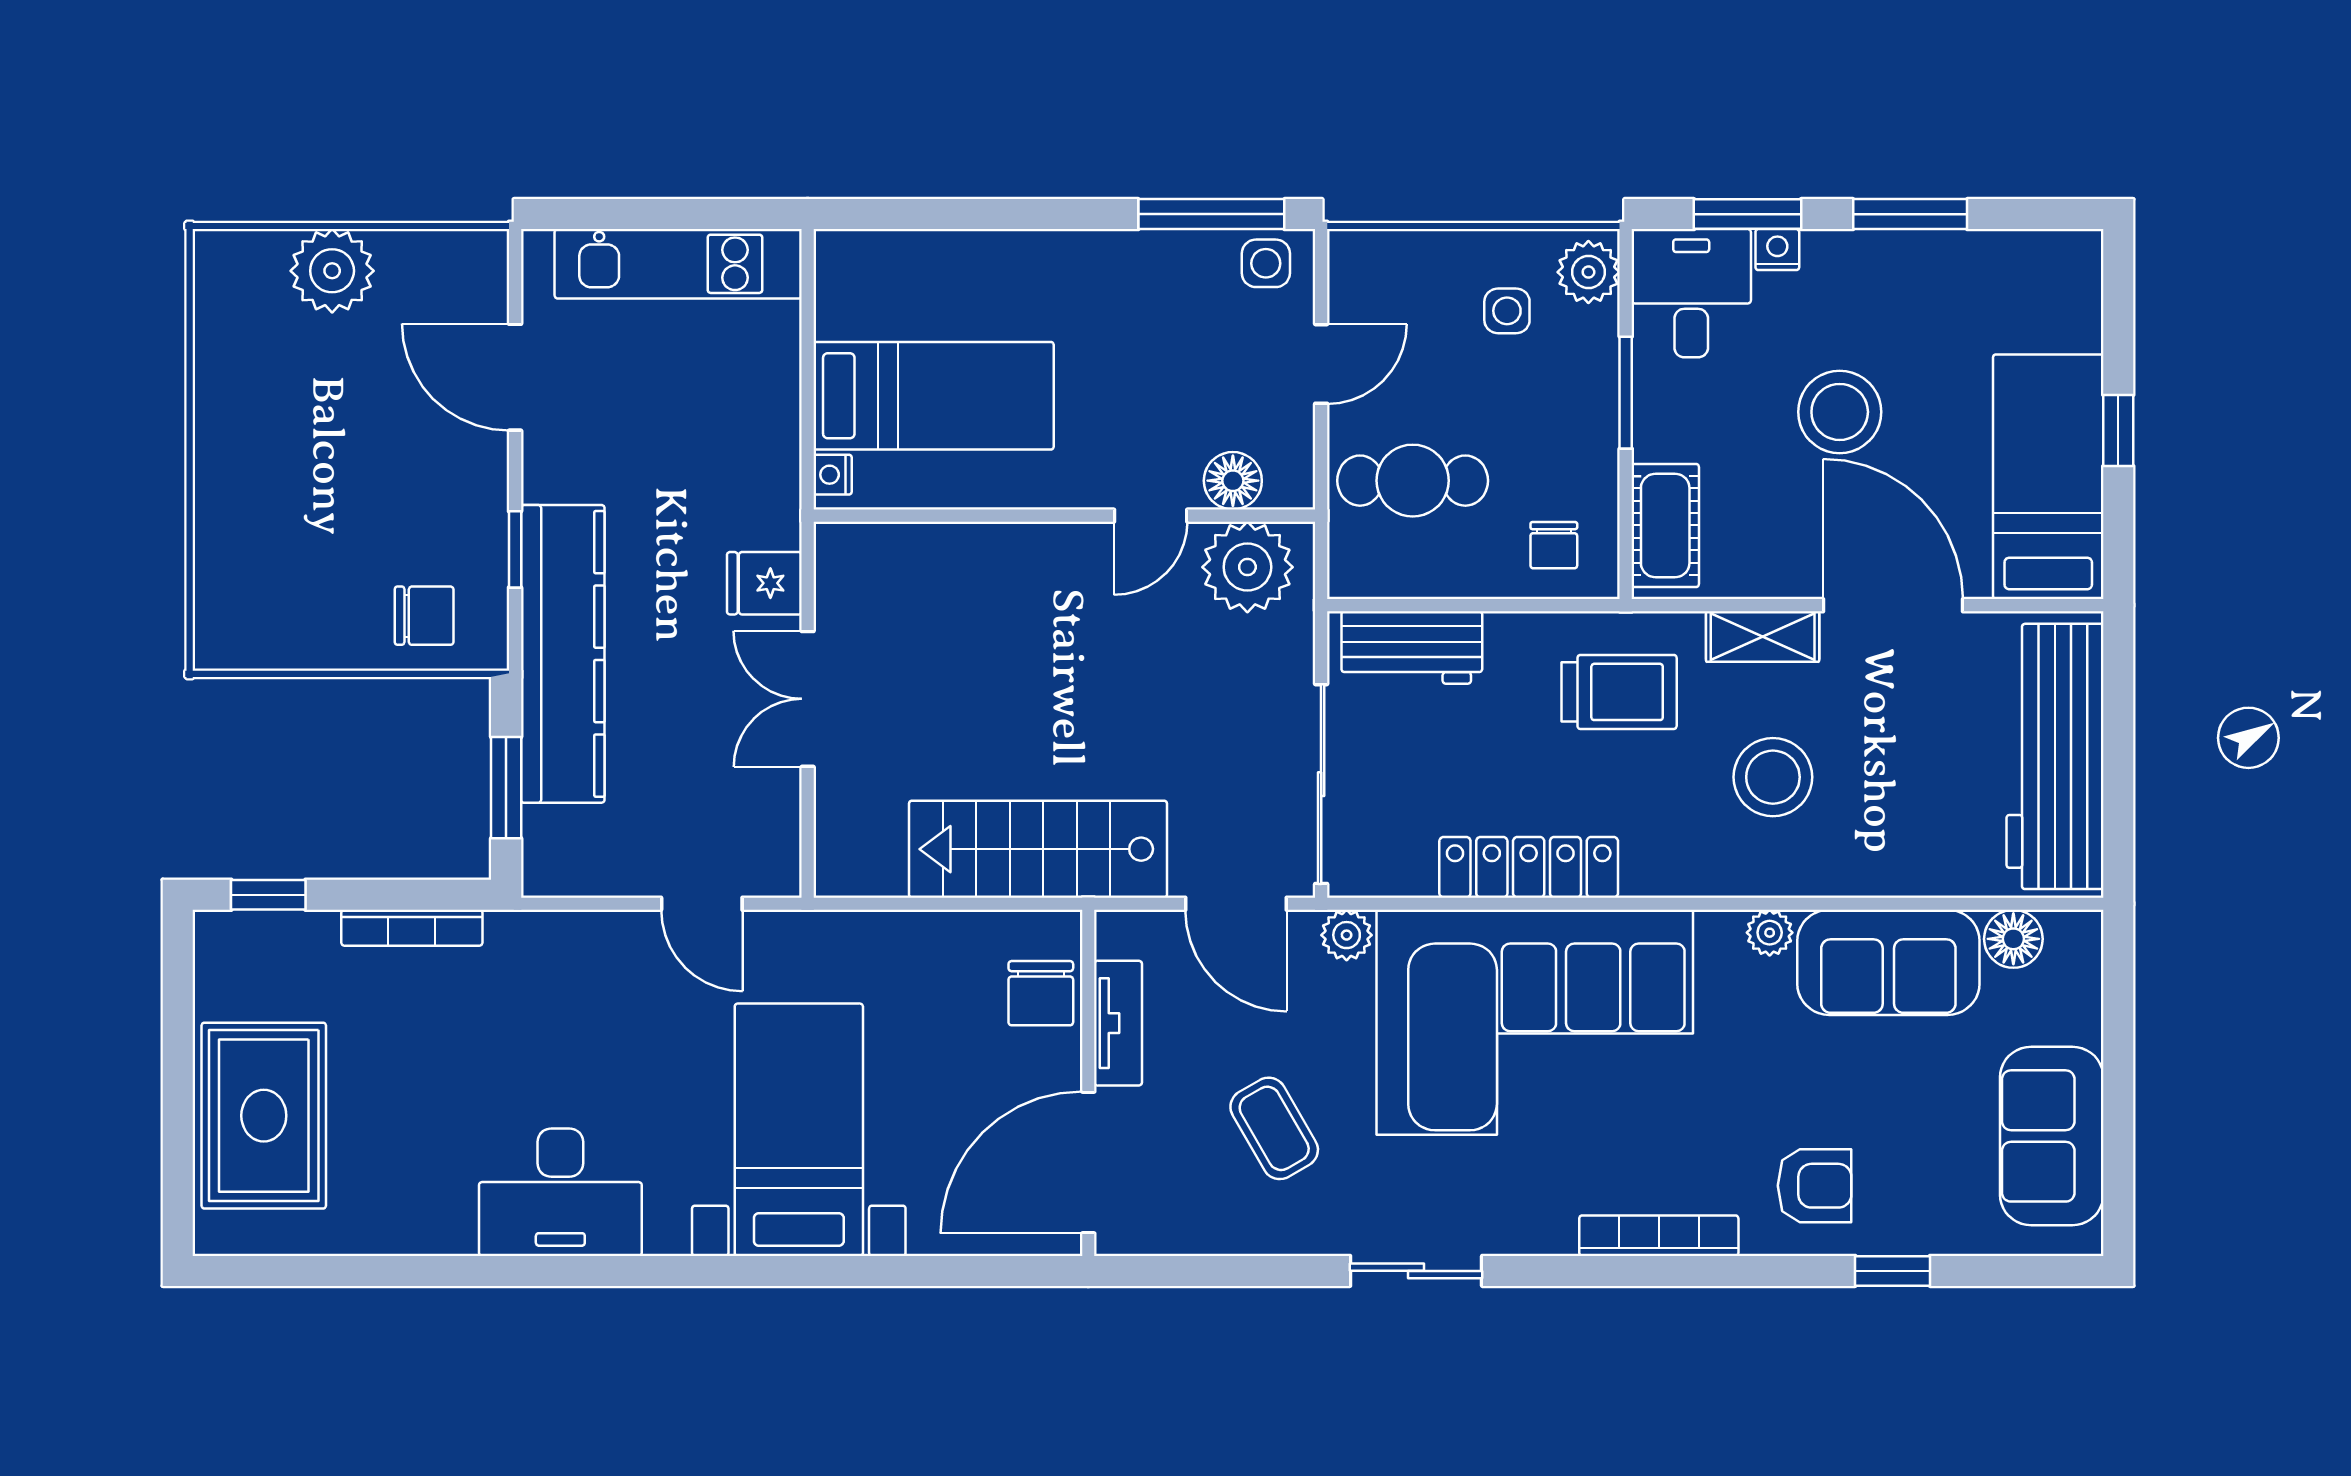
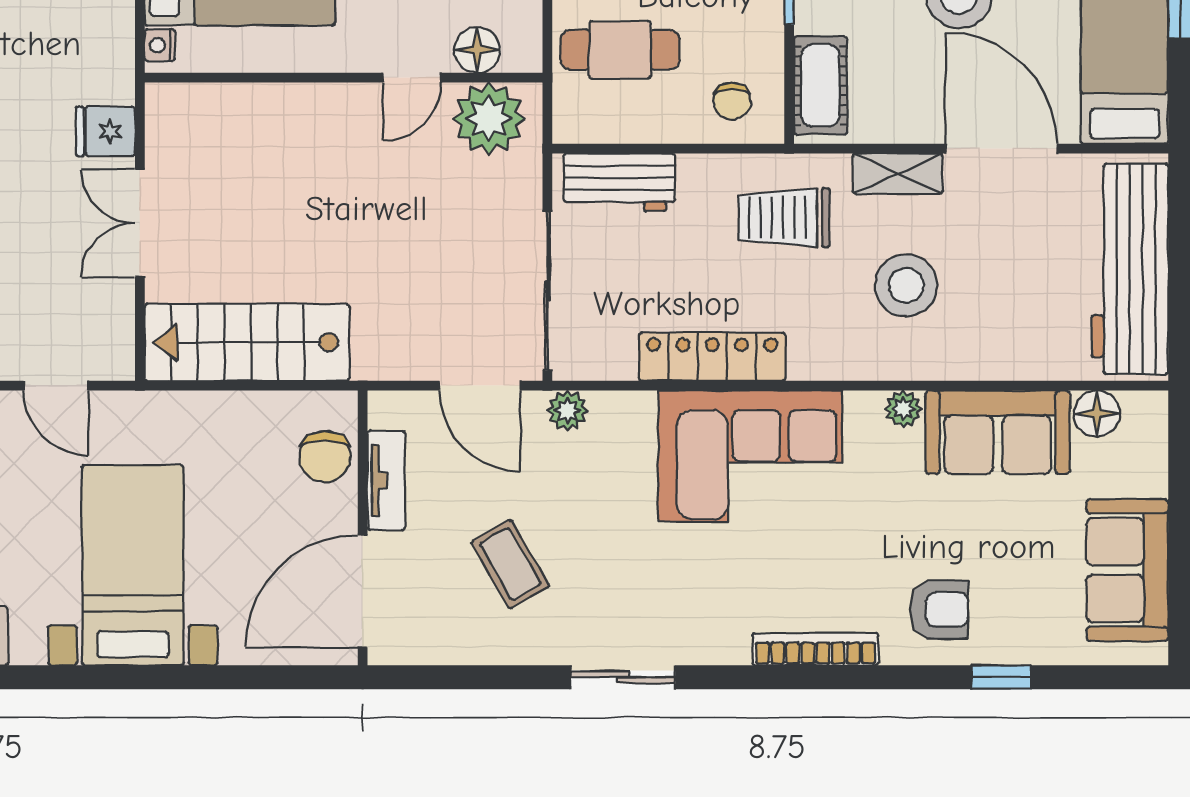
trolley: (1619, 692) -> (784, 218), turned 180
stairs: (1038, 849) -> (247, 342), moved
corner sofa: (1535, 1022) -> (750, 456), width x0.73, depth x0.74

